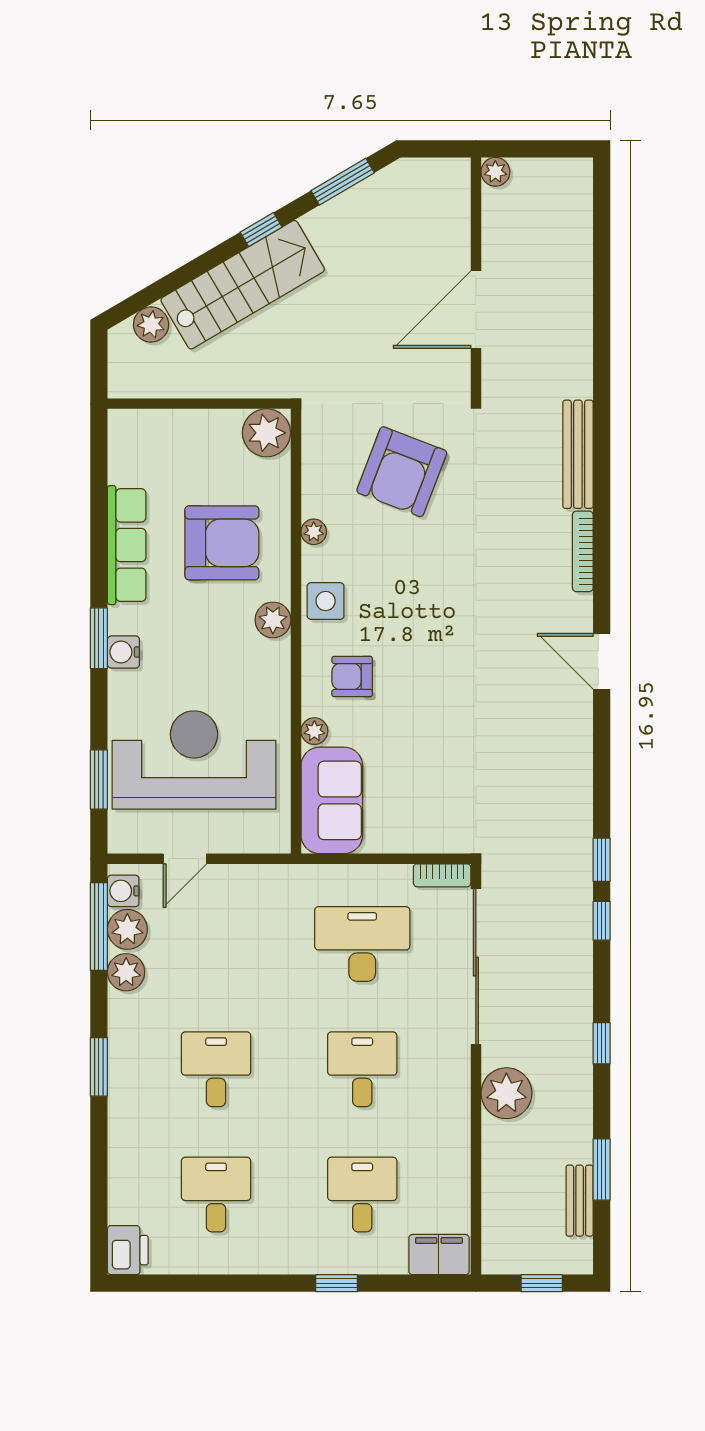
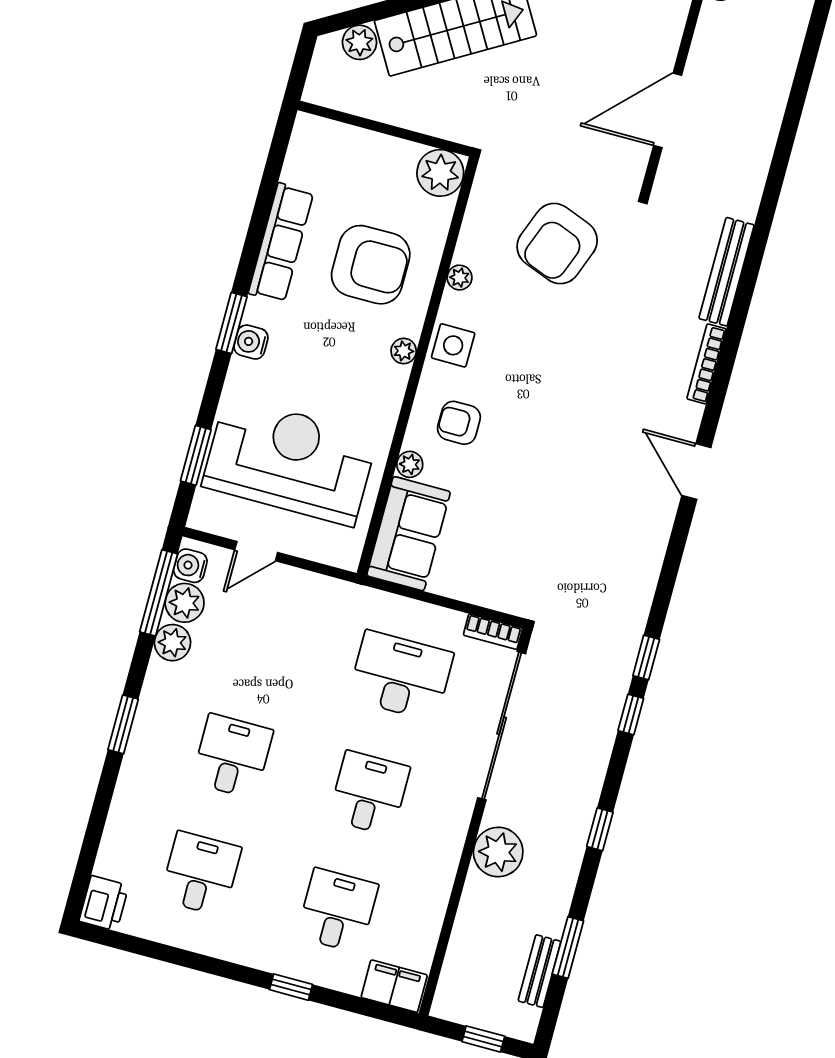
plant: (273, 620) -> (404, 351), width x0.73, depth x0.73

